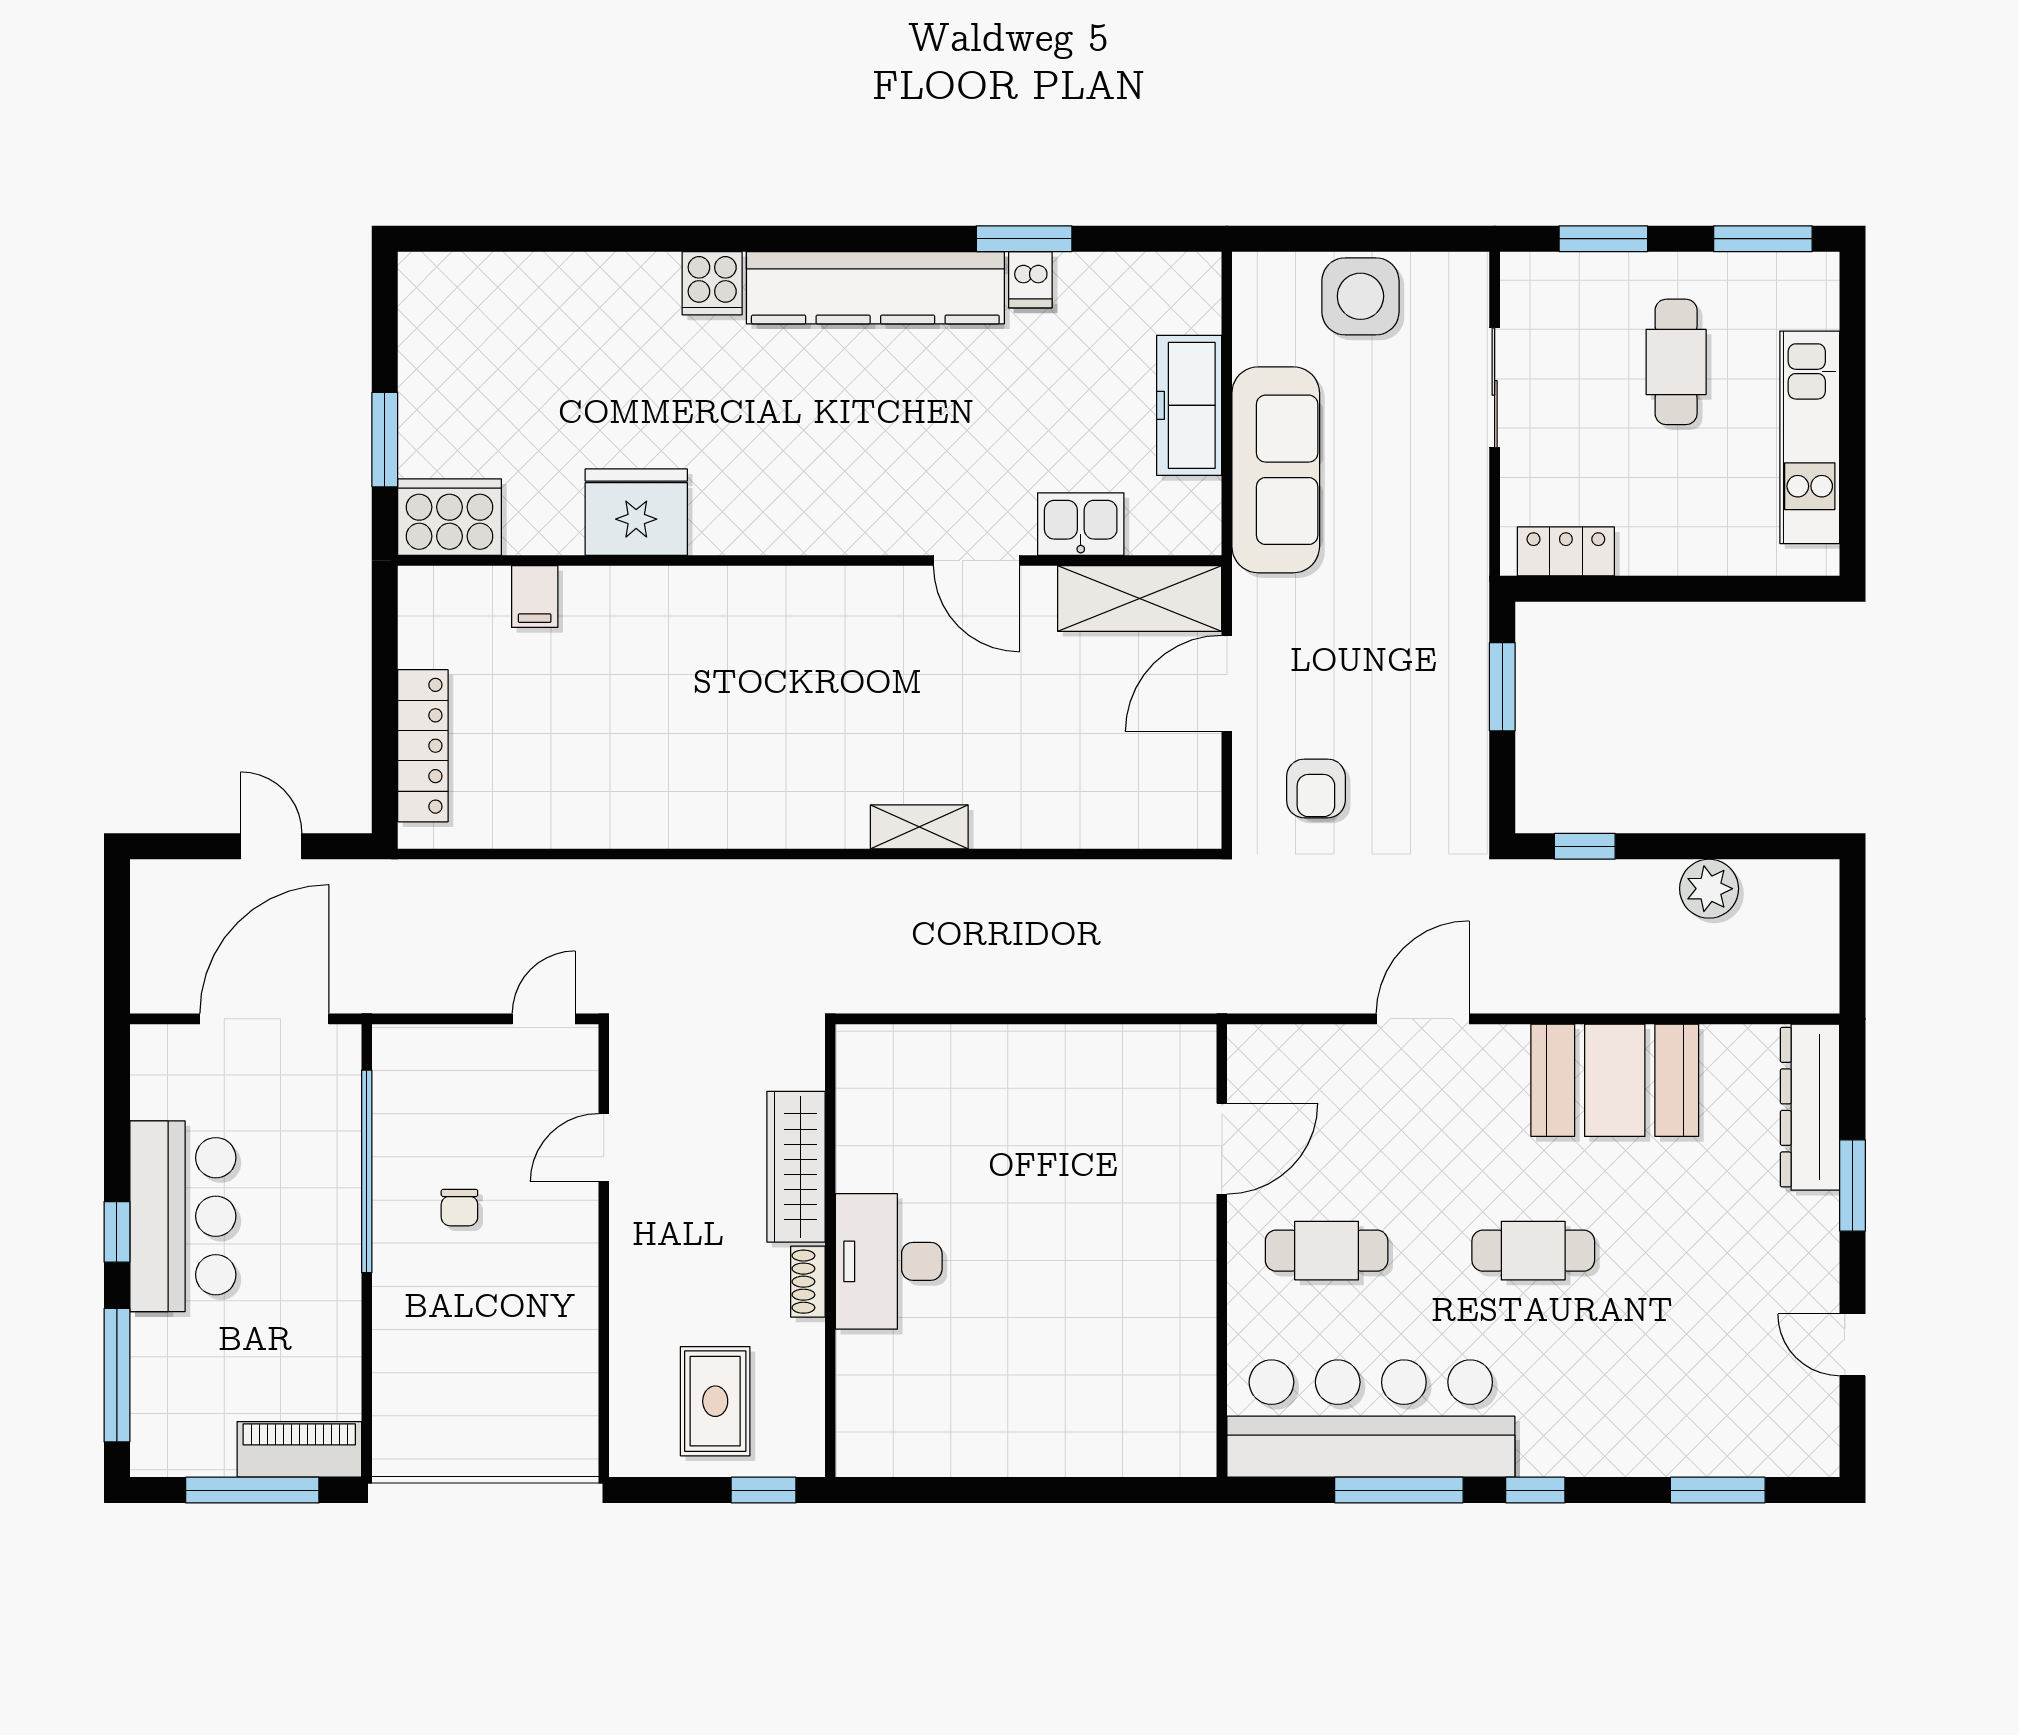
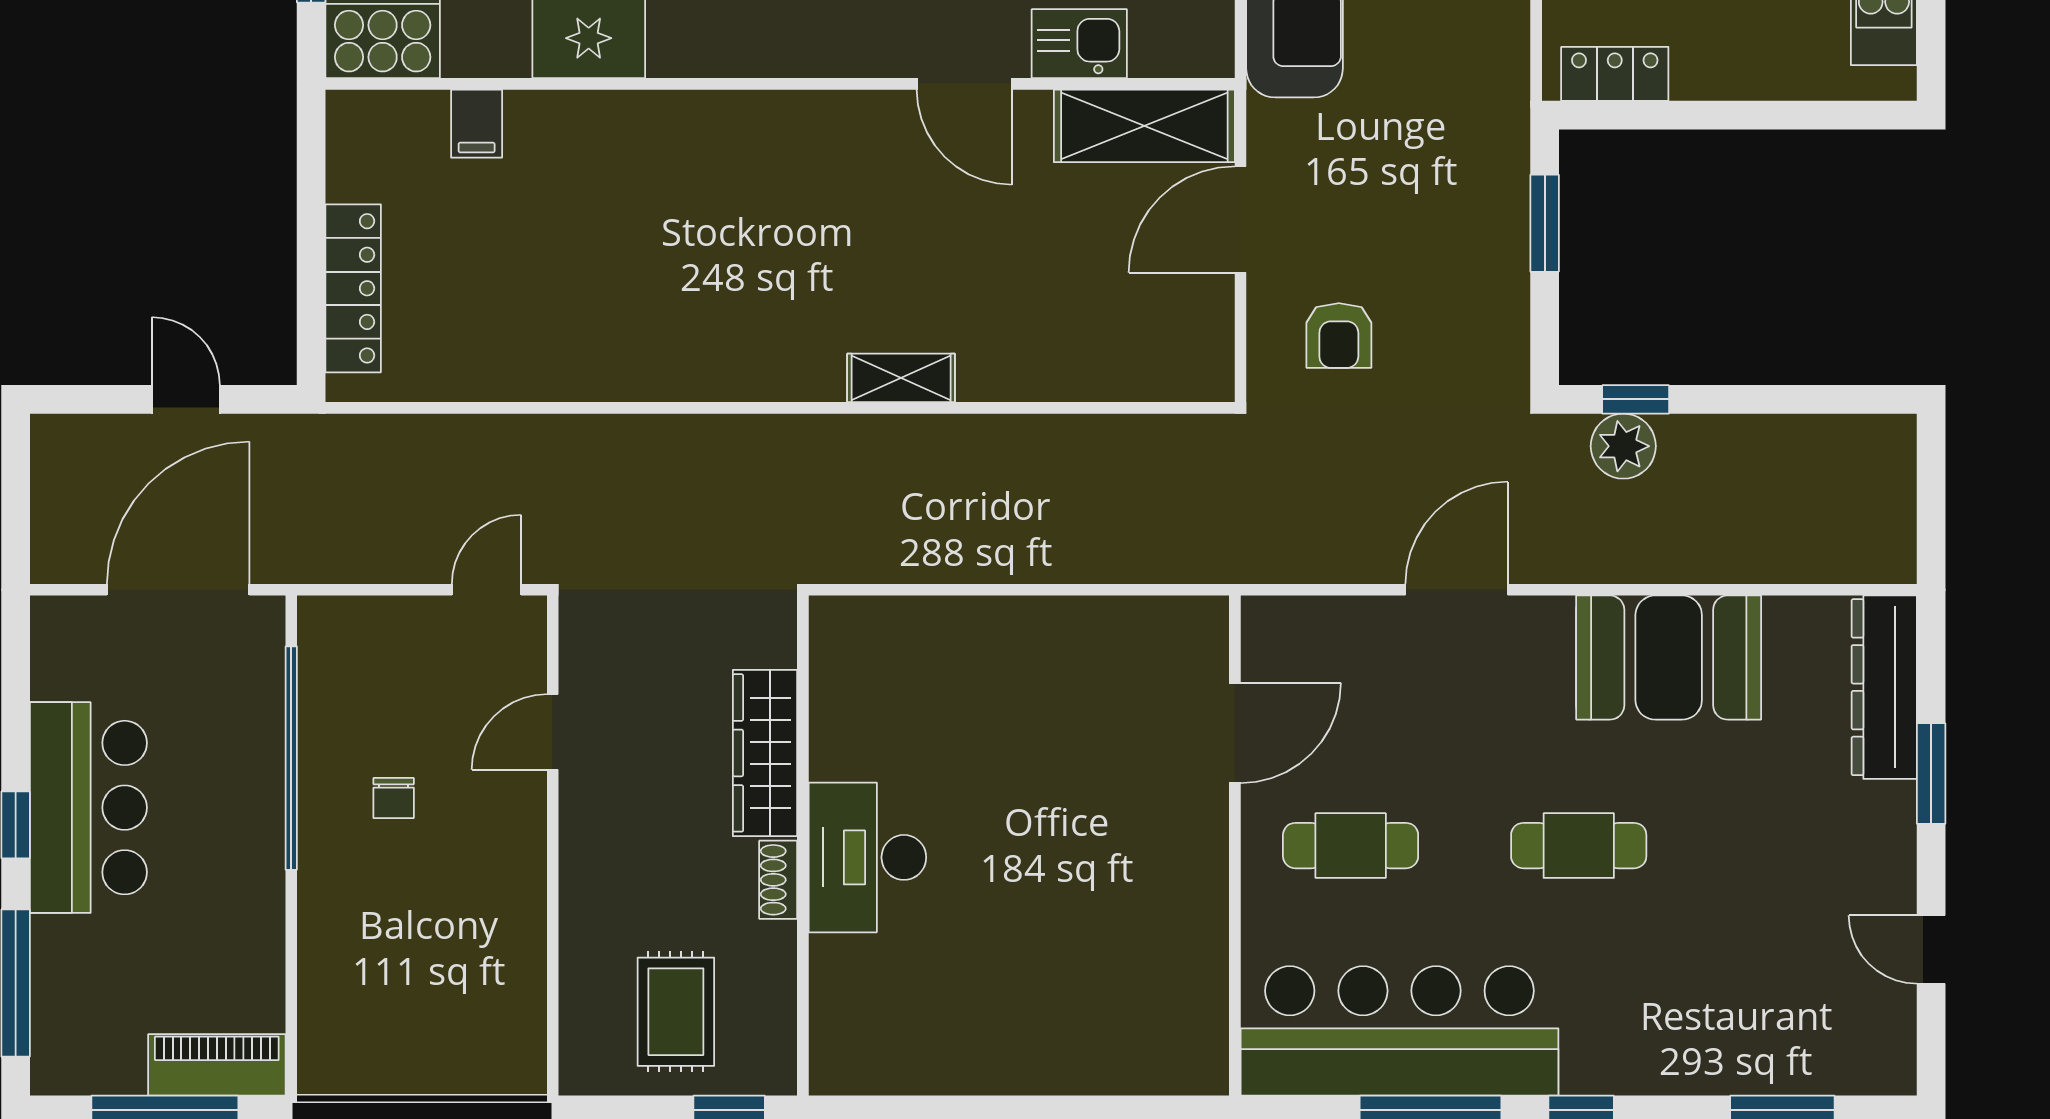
plant: (1709, 889) -> (1623, 446), moved

